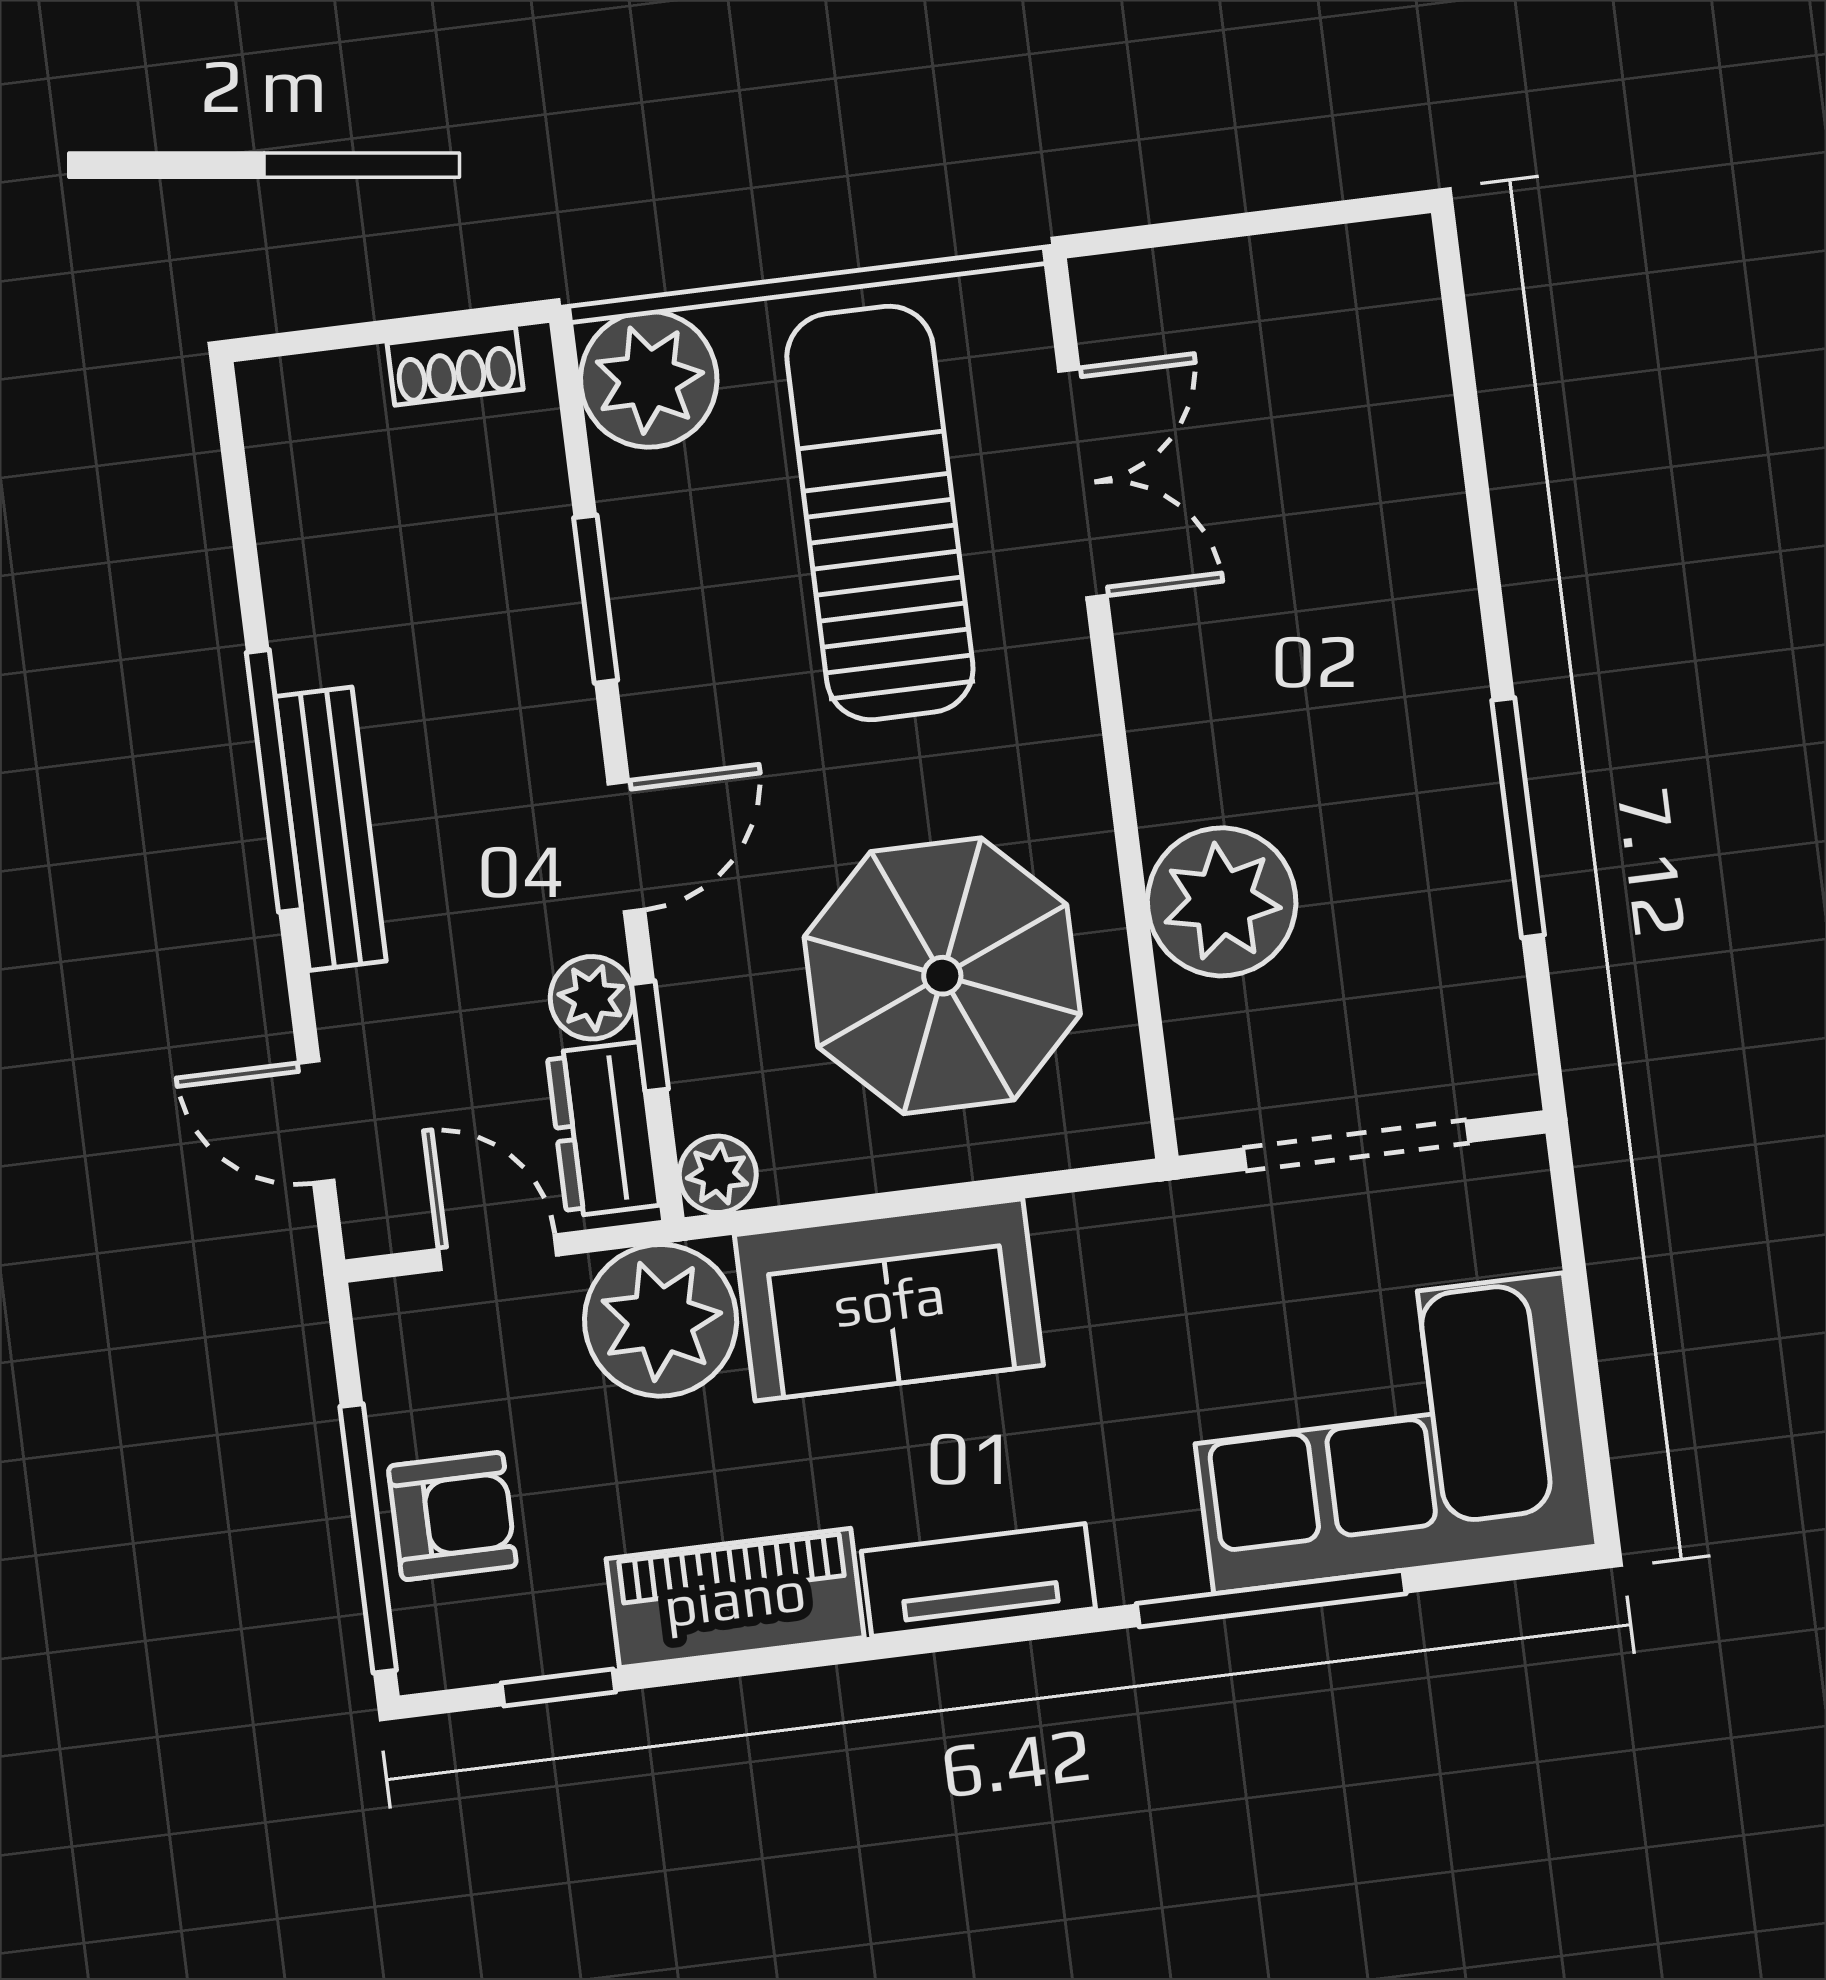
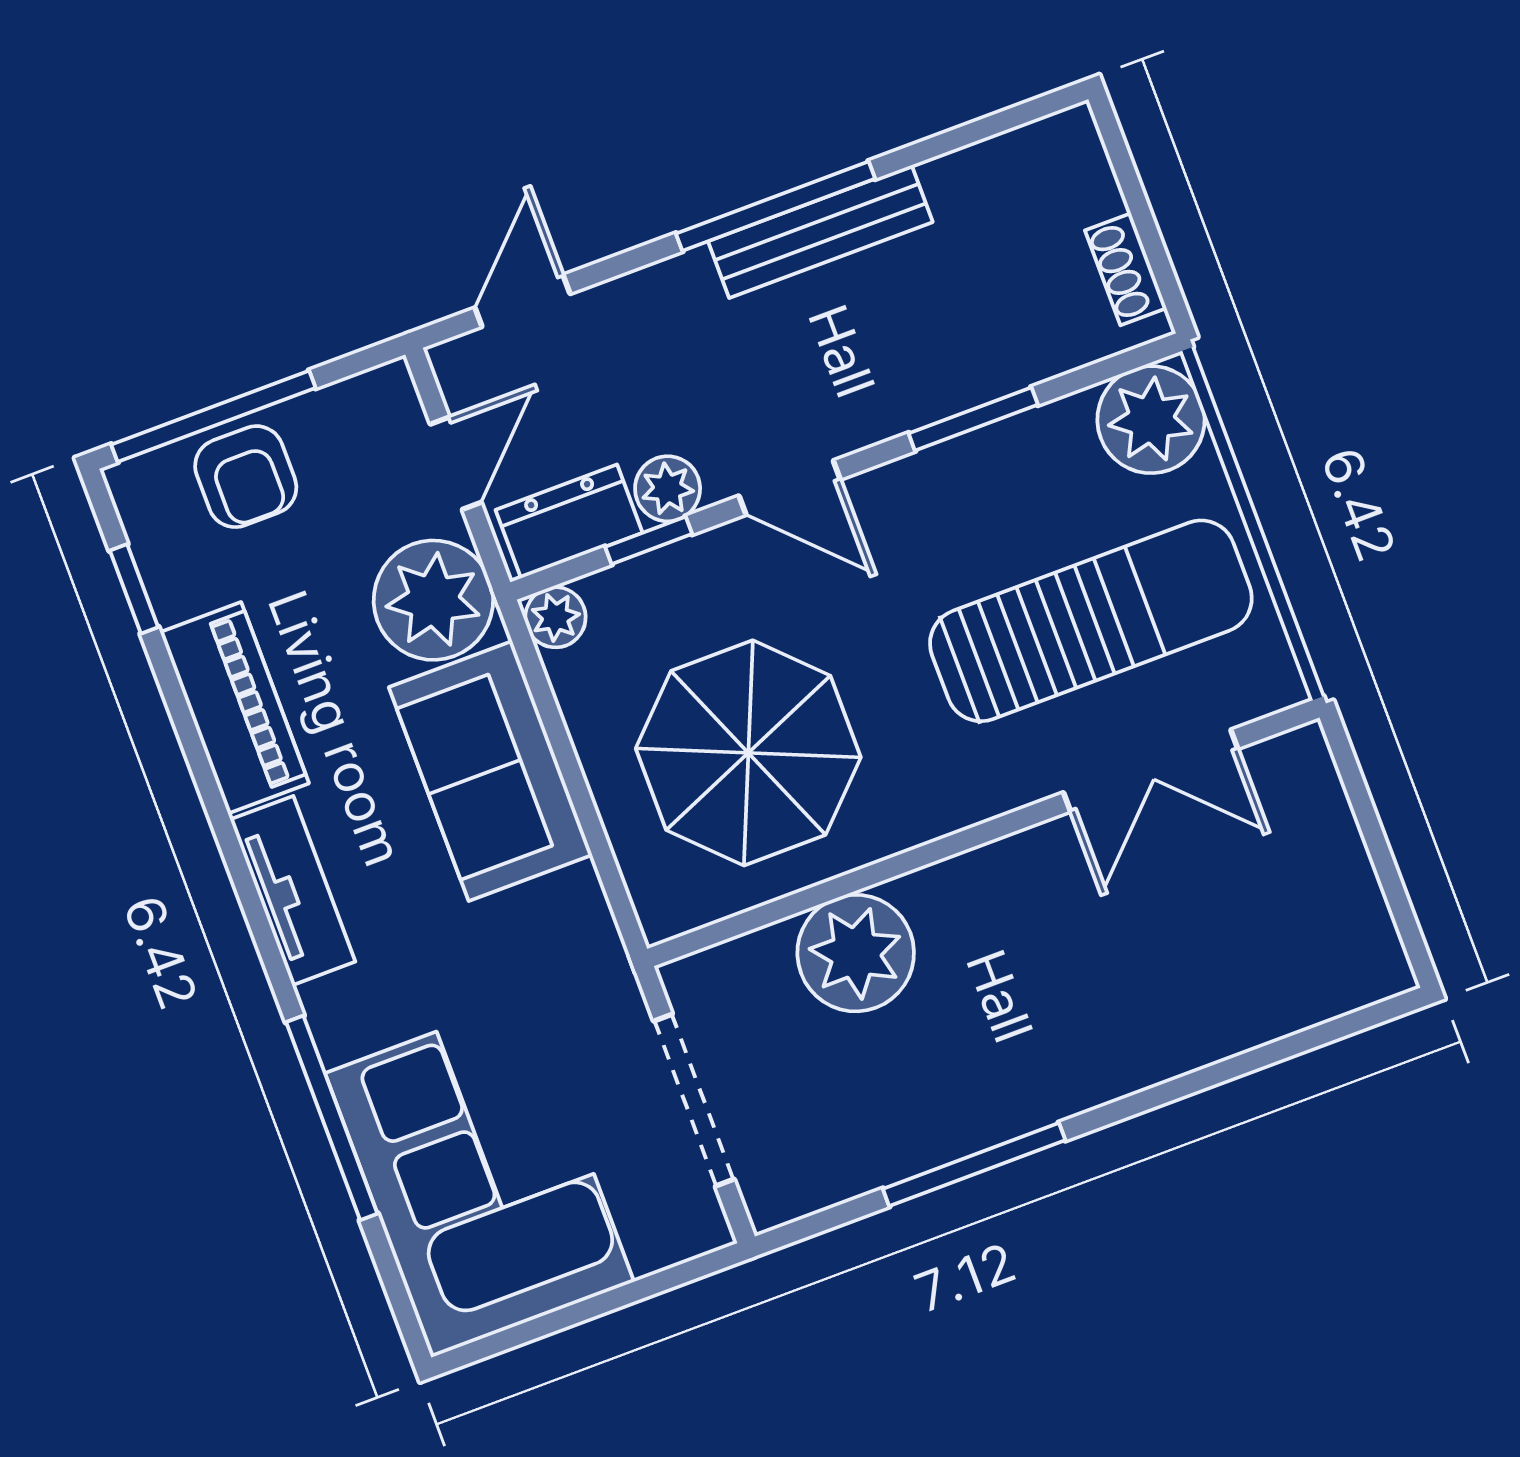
bench: (331, 829) -> (820, 232), moved

